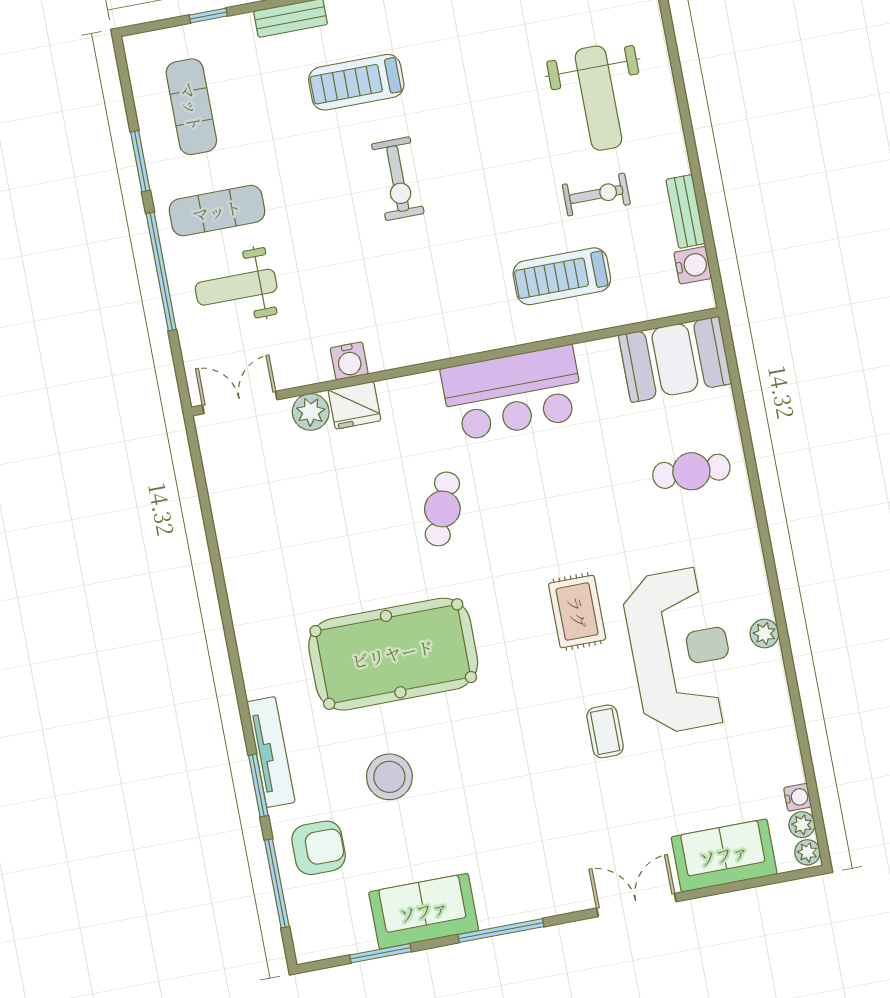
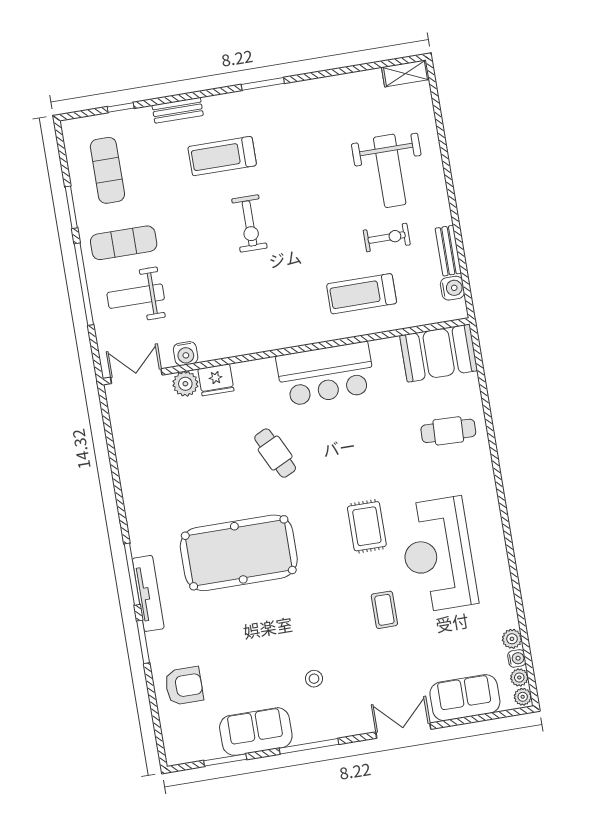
water cooler: (349, 361) -> (186, 354), moved
cafe table: (442, 509) -> (275, 453), turned -47
plant: (764, 634) -> (512, 639), moved
reception desk: (680, 650) -> (438, 555), turned 180
tv unit: (271, 752) -> (148, 593), moved
stool: (389, 777) -> (314, 679), moved, width x0.53, depth x0.53
window: (277, 883) -> (132, 574), moved

